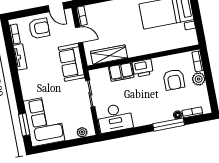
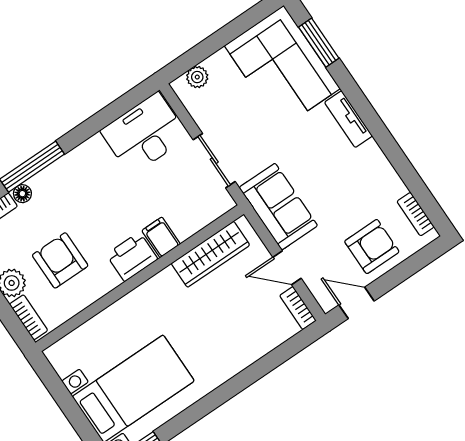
armchair: (39, 28) -> (372, 247), turned 180
tv unit: (20, 57) -> (348, 119), moved
filing cabinet: (121, 72) -> (161, 237), width x0.50

